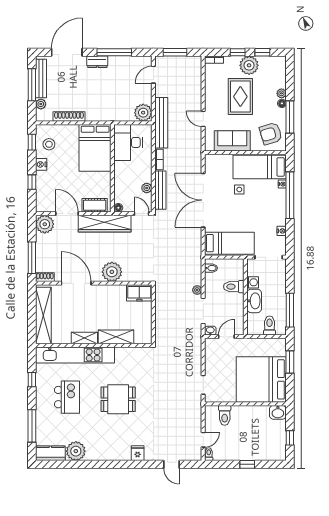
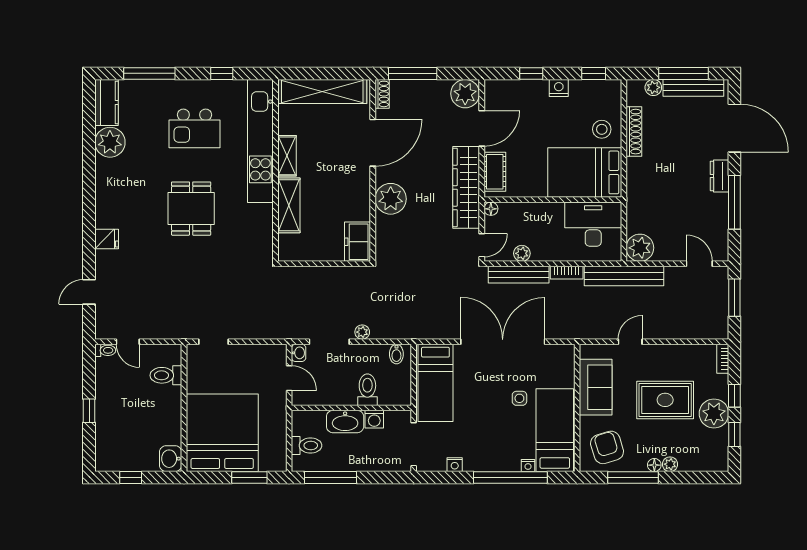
stool: (49, 144) -> (602, 129), moved

